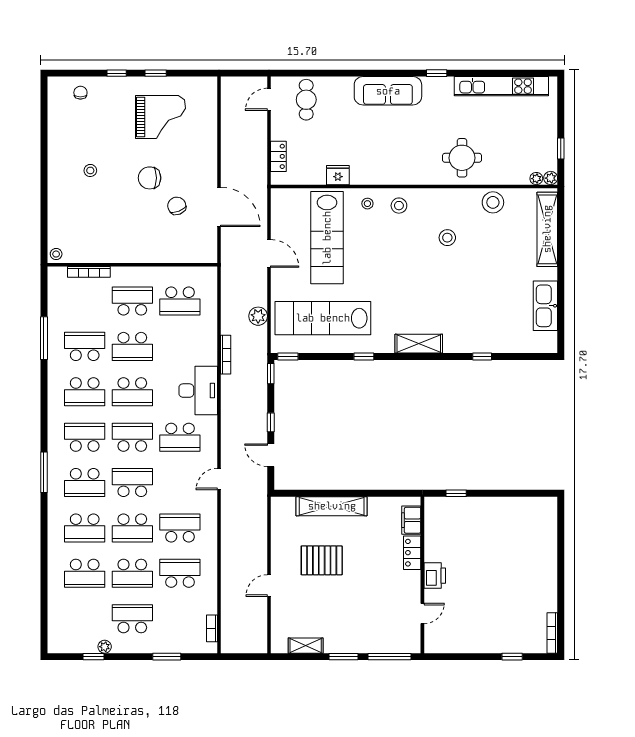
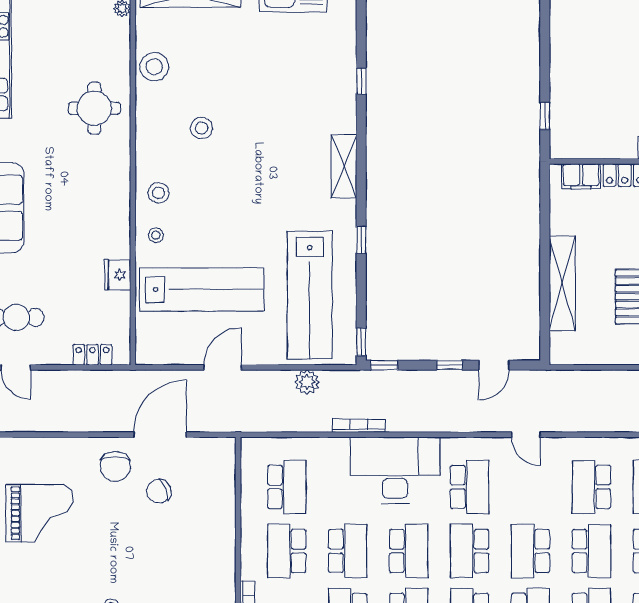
grand piano: (160, 117) -> (40, 513), turned 90
chair: (150, 178) -> (115, 466), moved
desk: (198, 391) -> (395, 470), width x1.36, depth x1.30

